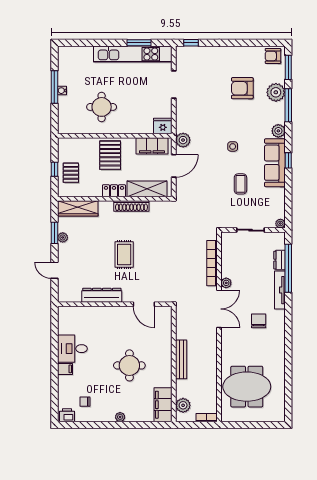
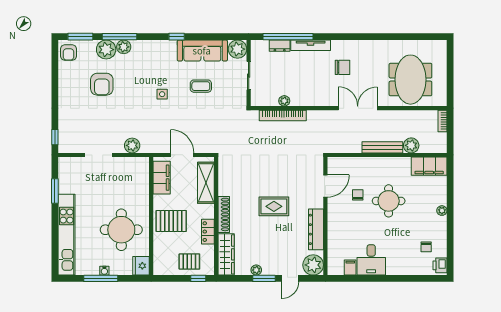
kitchen unit: (133, 54) -> (67, 235), moved
round table: (102, 107) -> (121, 230), width x1.36, depth x1.36
fridge: (163, 126) -> (141, 266), moved
plant: (278, 131) -> (124, 47), moved
plant: (183, 140) -> (132, 145), moved
sofa: (275, 163) -> (202, 51), moved
window: (54, 169) -> (198, 278), moved
locker: (114, 191) -> (208, 232), moved
shoe rack: (131, 206) -> (224, 214), moved
plant: (280, 223) -> (238, 49), width x1.88, depth x1.88
window: (54, 233) -> (264, 278), moved
plant: (226, 283) -> (284, 101), moved
plant: (67, 292) -> (313, 265), added
double door: (219, 309) -> (358, 108), moved
chair: (259, 321) -> (343, 67), turned 180
chair: (135, 336) -> (358, 195), added
filing cabinet: (65, 369) -> (350, 268), moved
plant: (183, 405) -> (411, 145), moved

